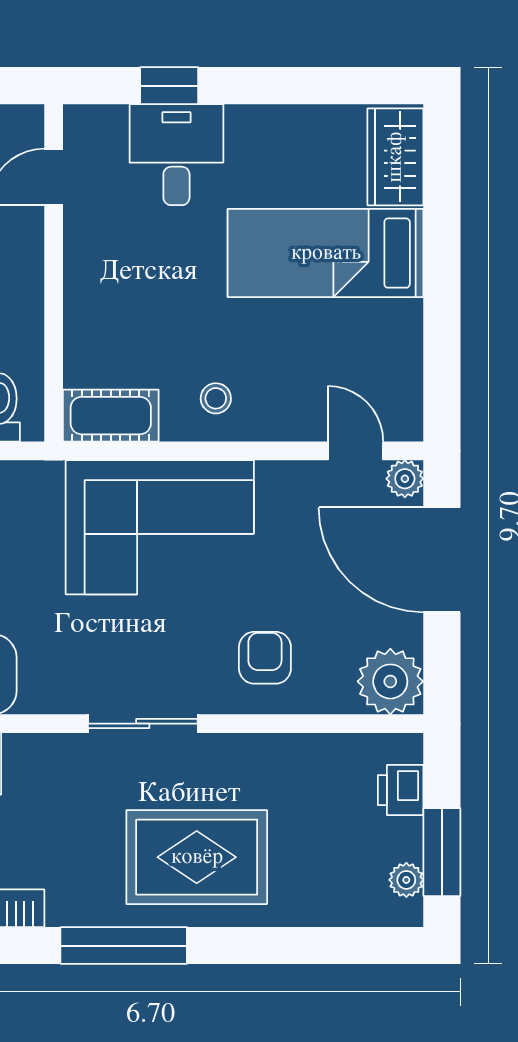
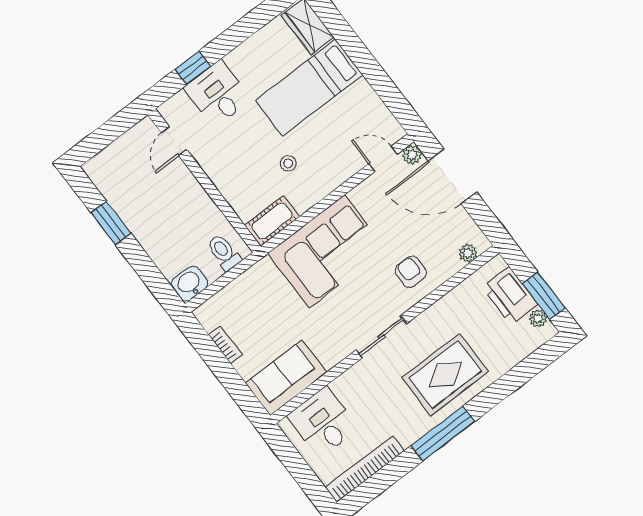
stool: (216, 398) -> (288, 163), moved
plant: (390, 681) -> (468, 253), width x0.53, depth x0.53
printer: (401, 790) -> (510, 296), width x1.87, depth x1.48

